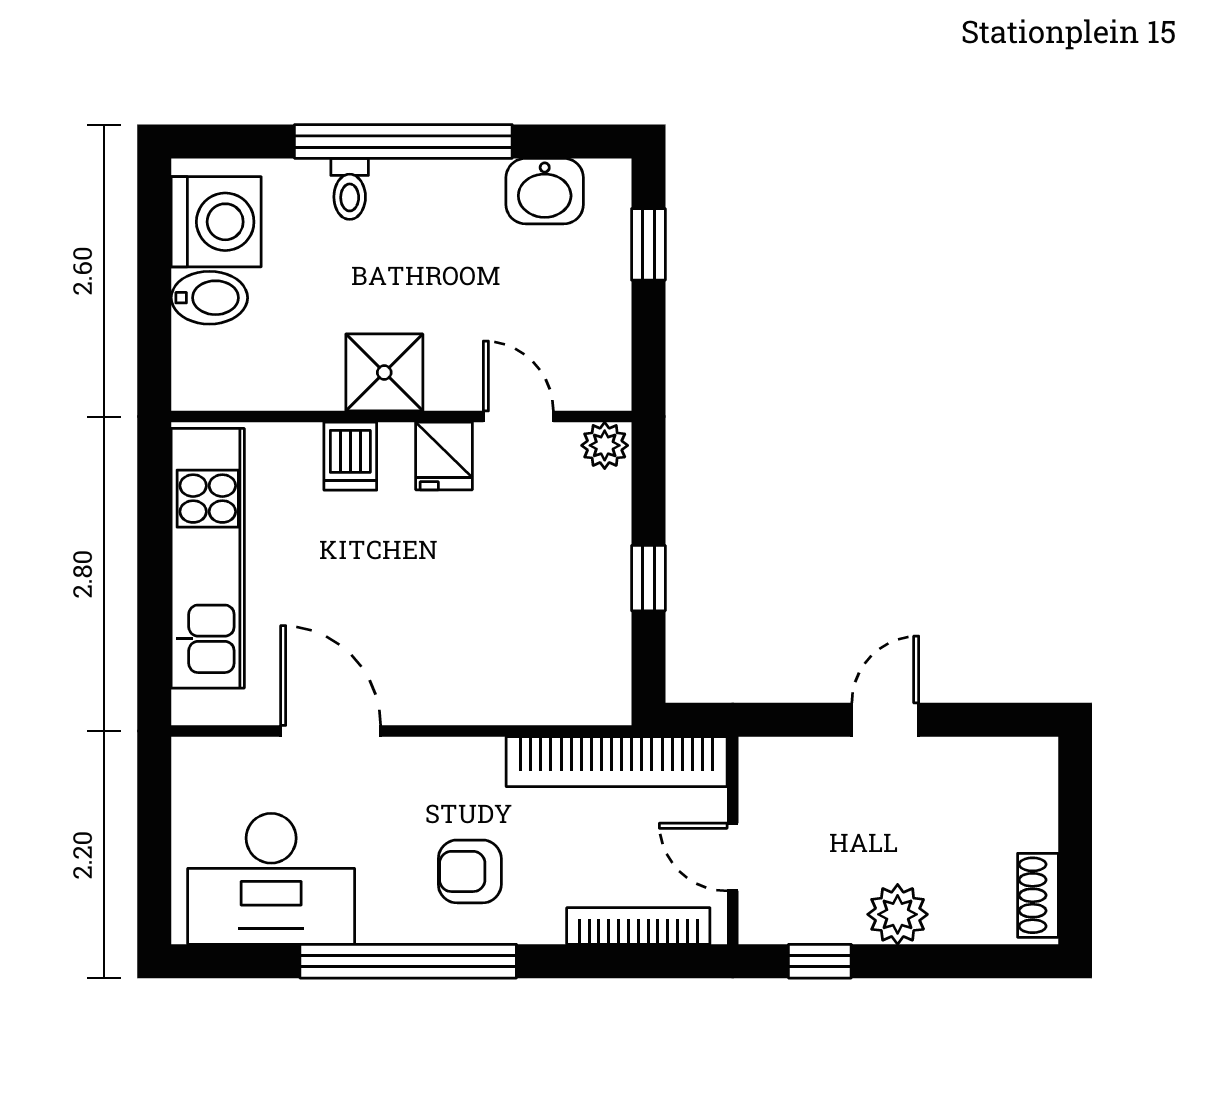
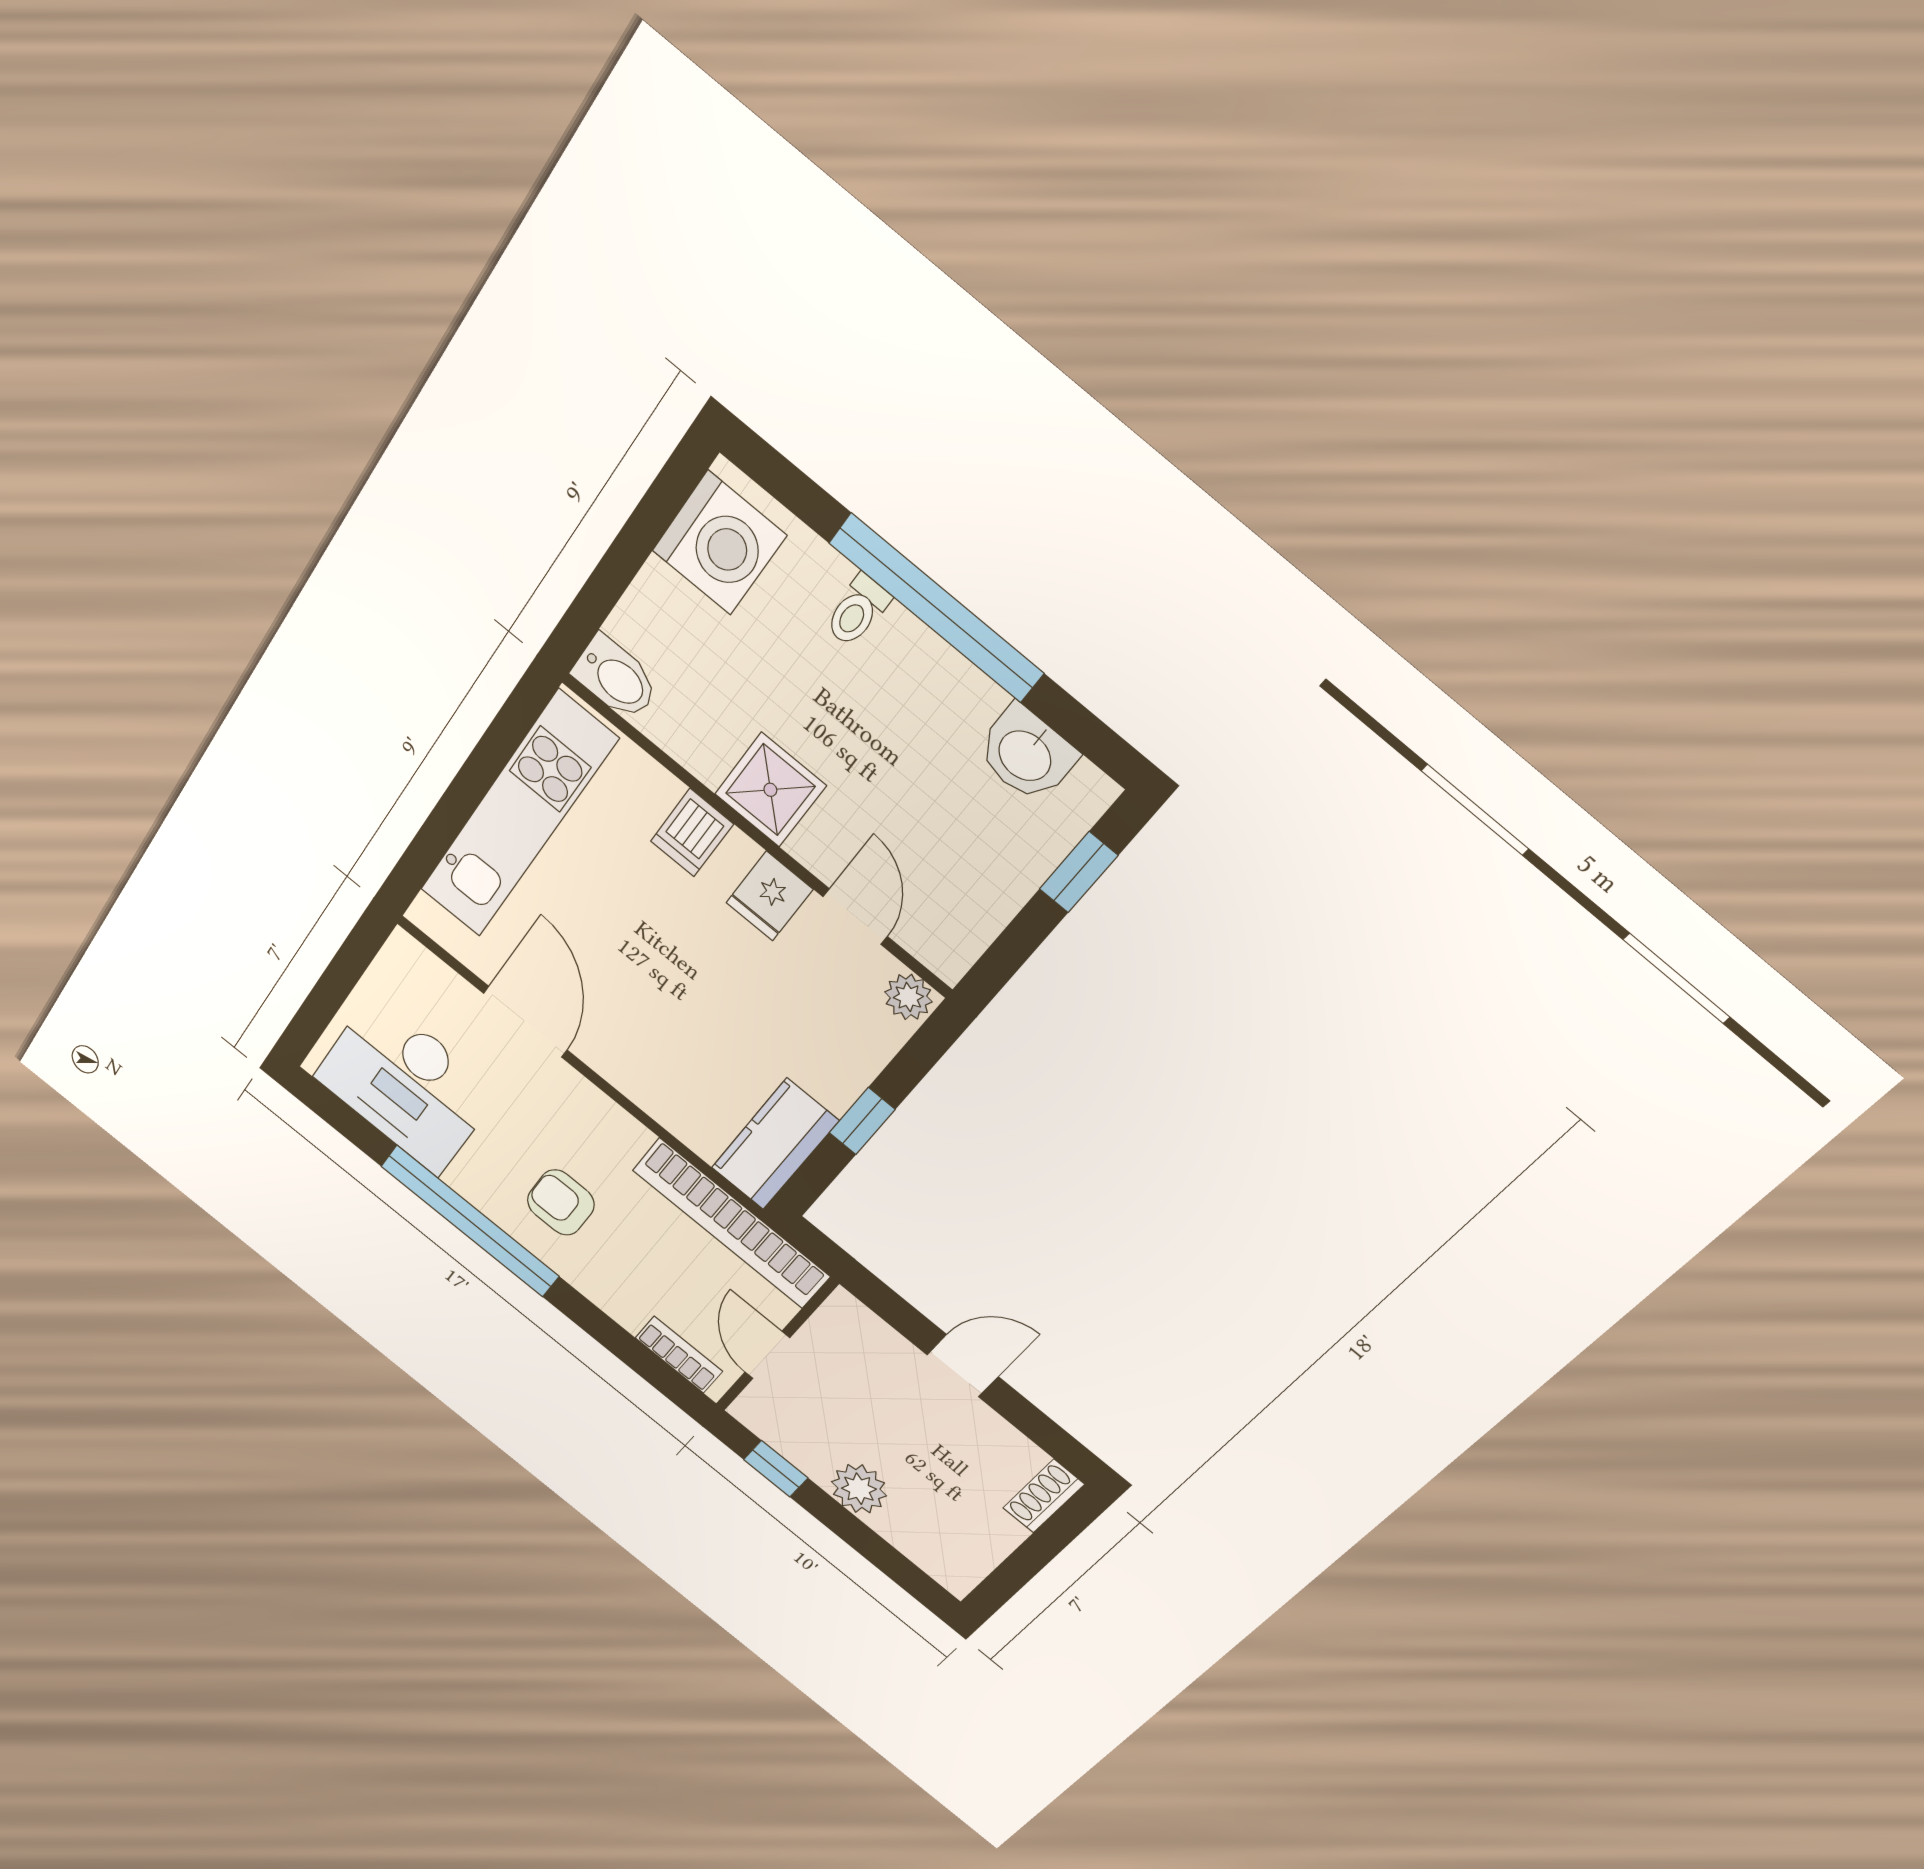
bidet: (209, 298) -> (616, 678), moved
kitchen counter: (599, 659) -> (775, 1144), added
shoe rack: (1038, 895) -> (1044, 1496), moved
bookcase: (638, 926) -> (679, 1355), width x0.64

